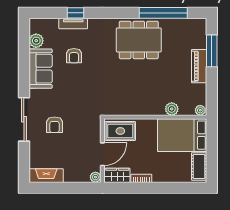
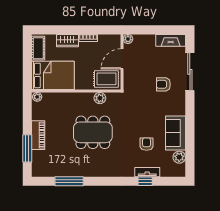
window: (163, 13) -> (69, 181), width x0.68
dining table: (139, 40) -> (93, 132), moved
plant: (172, 109) -> (100, 98), moved
sliding door: (24, 119) -> (190, 72), moved
armchair: (55, 125) -> (163, 84), turned -90
wardrobe: (117, 175) -> (67, 41), moved

